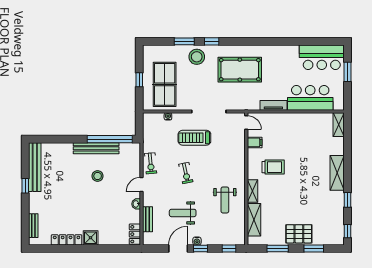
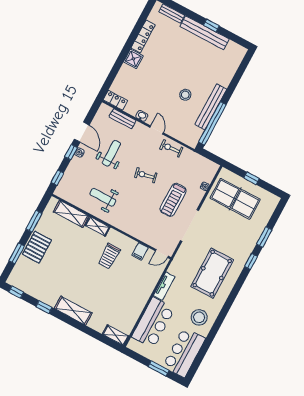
stool: (197, 57) -> (199, 317), moved
treadmill: (194, 138) -> (173, 200), turned 180
bench: (35, 167) -> (205, 33), moved

